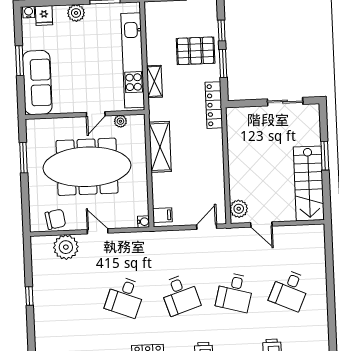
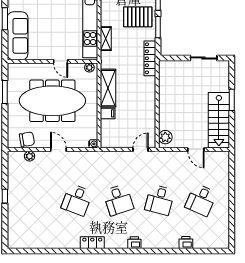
door: (96, 114) -> (61, 61), hinge flipped
plant: (120, 121) -> (89, 67), moved
filing cabinet: (162, 215) -> (108, 113), moved
door: (261, 224) -> (196, 150), moved
plant: (66, 247) -> (30, 156), width x0.53, depth x0.53

